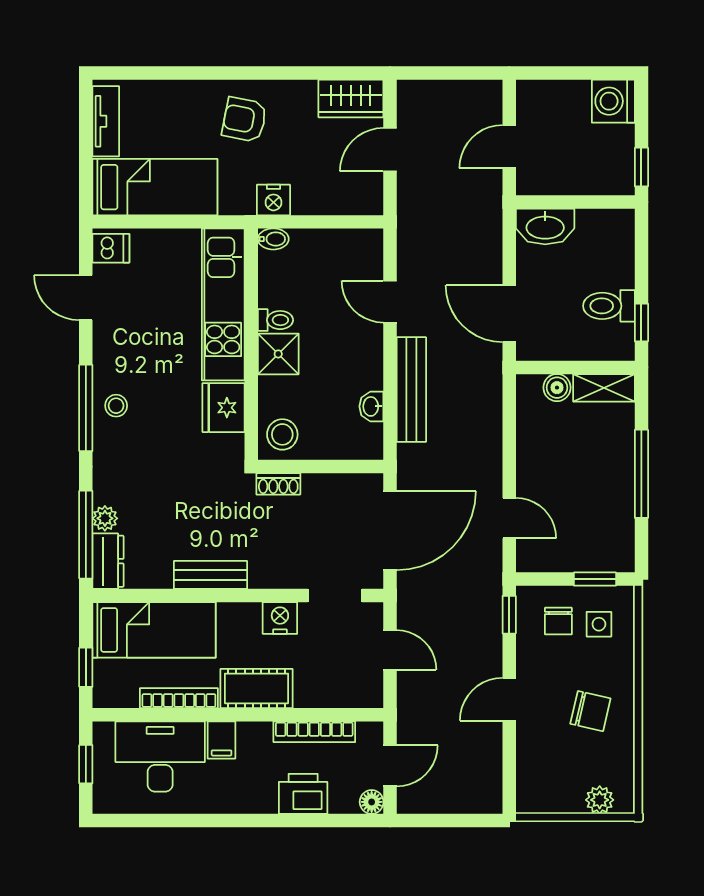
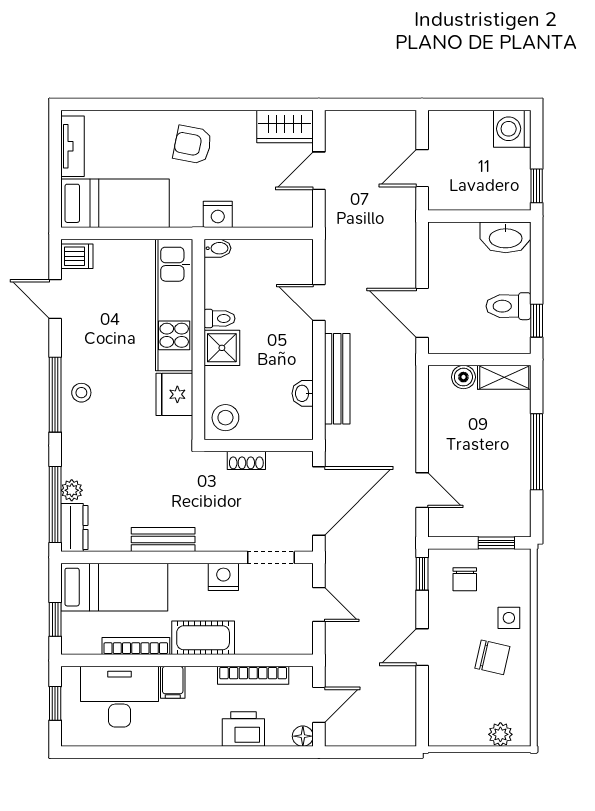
washbasin: (545, 227) -> (506, 237), moved
shoe rack: (278, 484) -> (246, 460), moved
side table: (599, 624) -> (509, 618), moved

